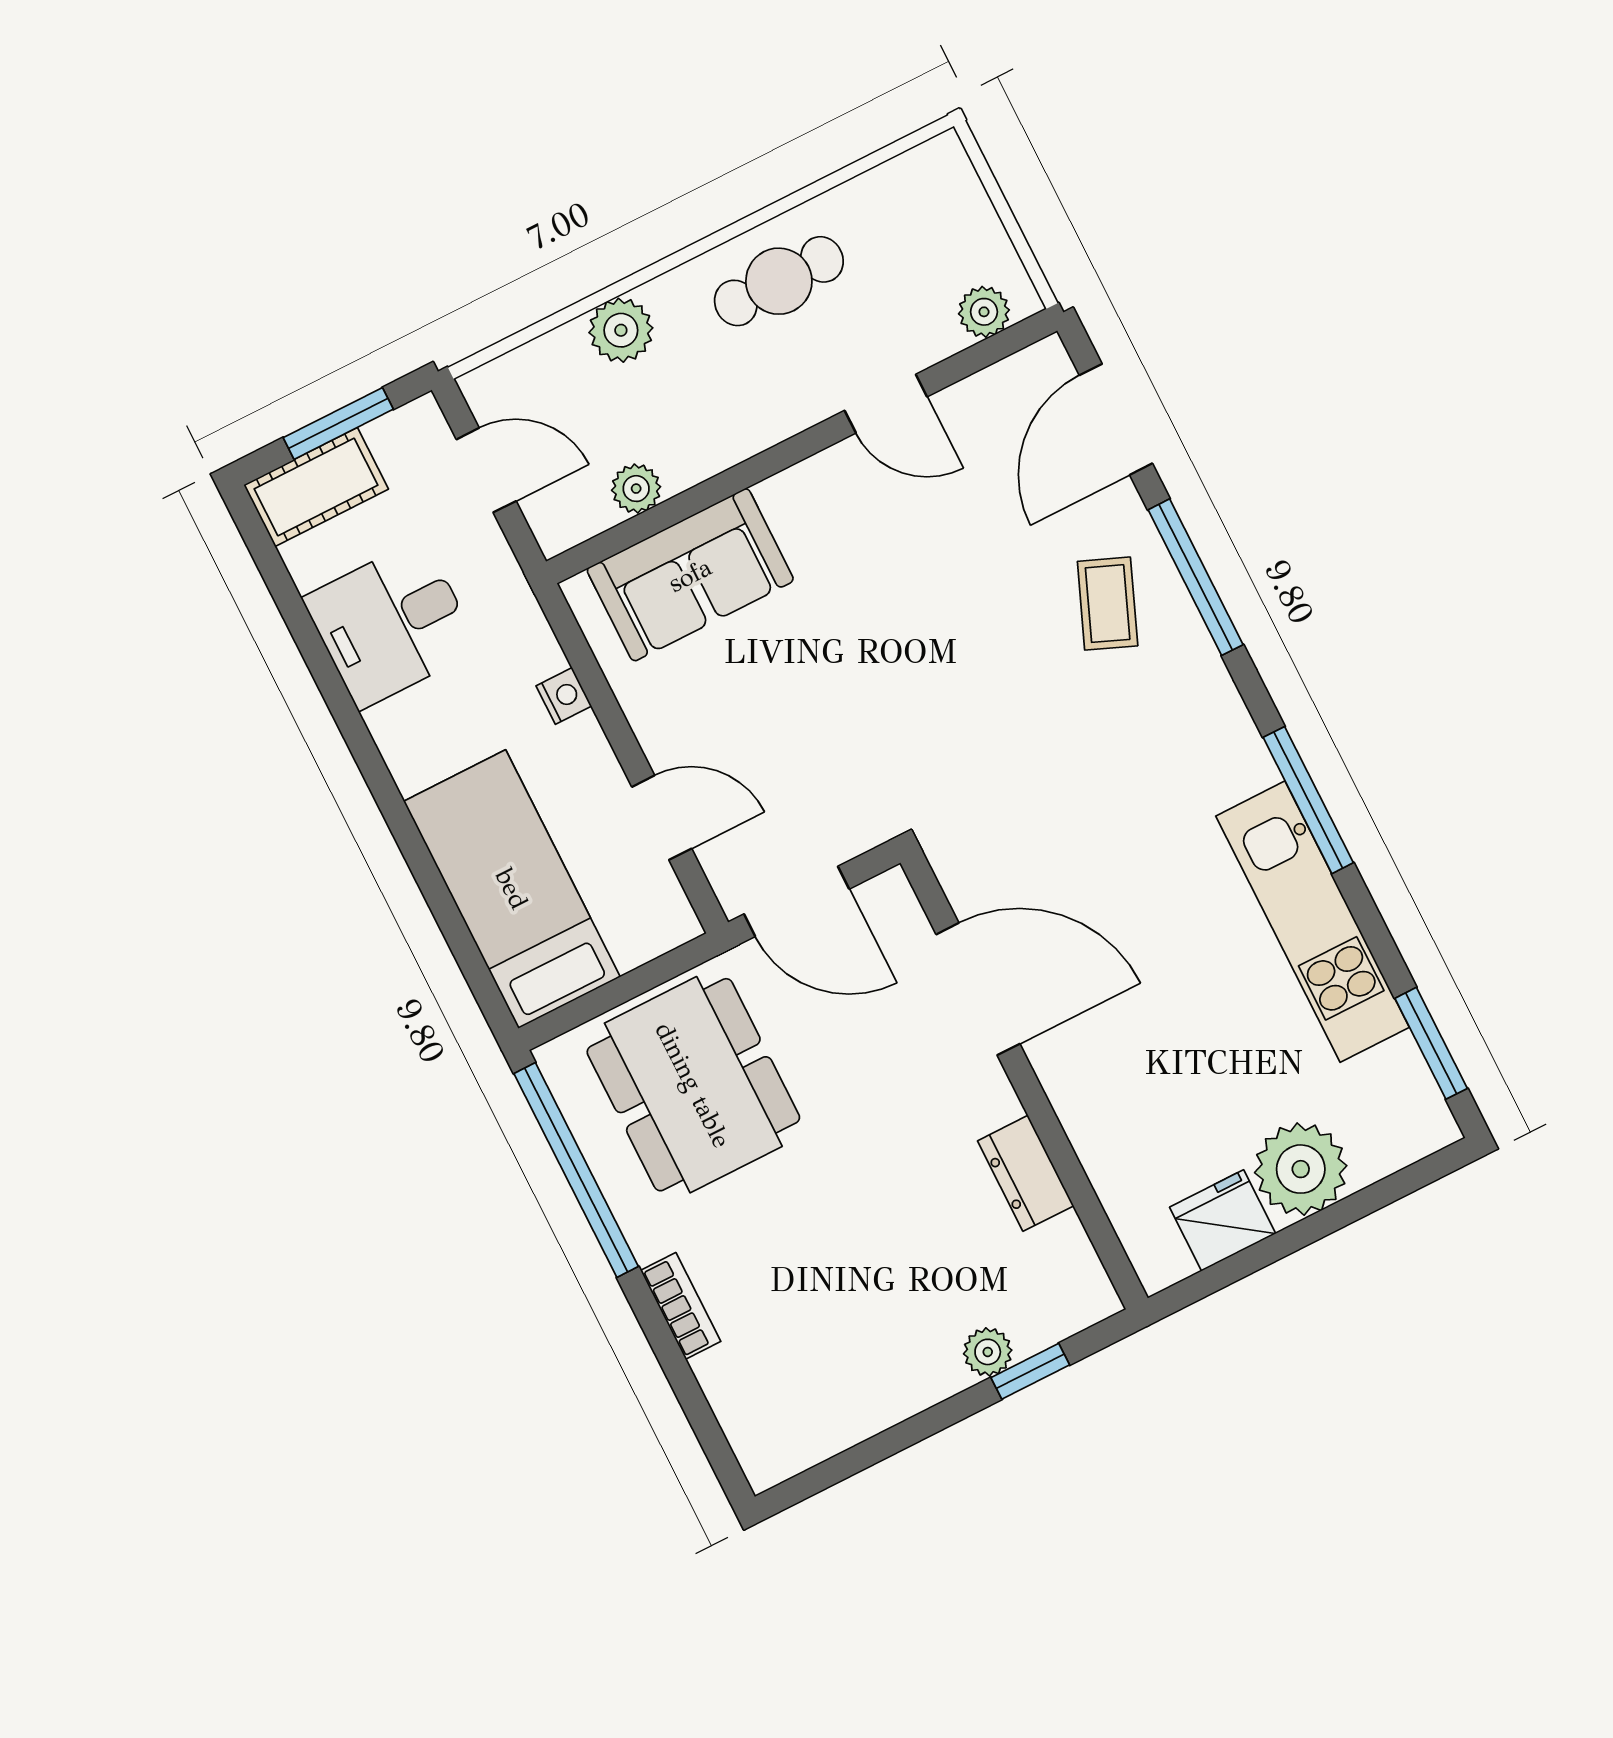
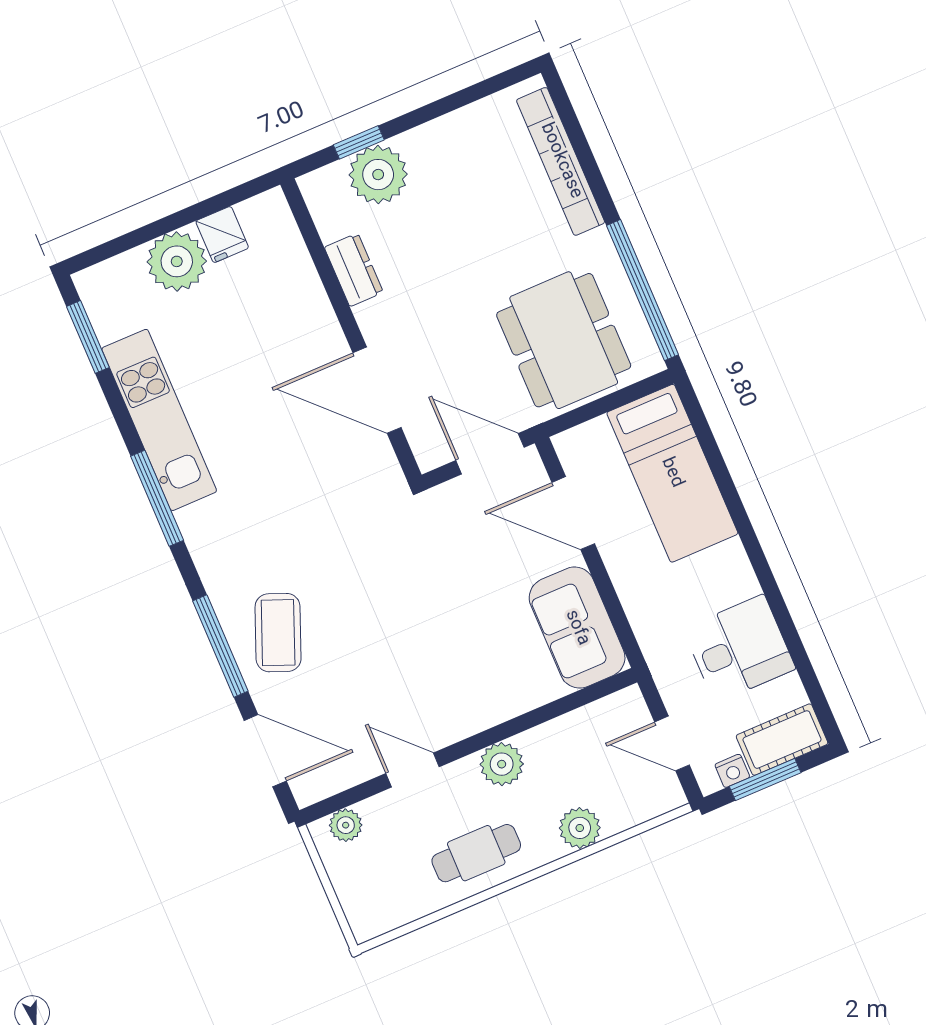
door: (1116, 419) -> (265, 751), hinge flipped
plant: (636, 489) -> (502, 764), moved, width x1.38, depth x1.38
sofa: (690, 575) -> (577, 628), moved, turned -90
coffee table: (1108, 604) -> (278, 633), width x1.36, depth x1.30
nightstand: (564, 696) -> (732, 771), moved, turned -90
door: (662, 818) -> (573, 513), width x1.38
fridge: (1223, 1220) -> (222, 235), width x0.72
bookcase: (681, 1306) -> (561, 161), width x2.31, depth x1.31
plant: (988, 1352) -> (378, 175), width x1.87, depth x1.87

